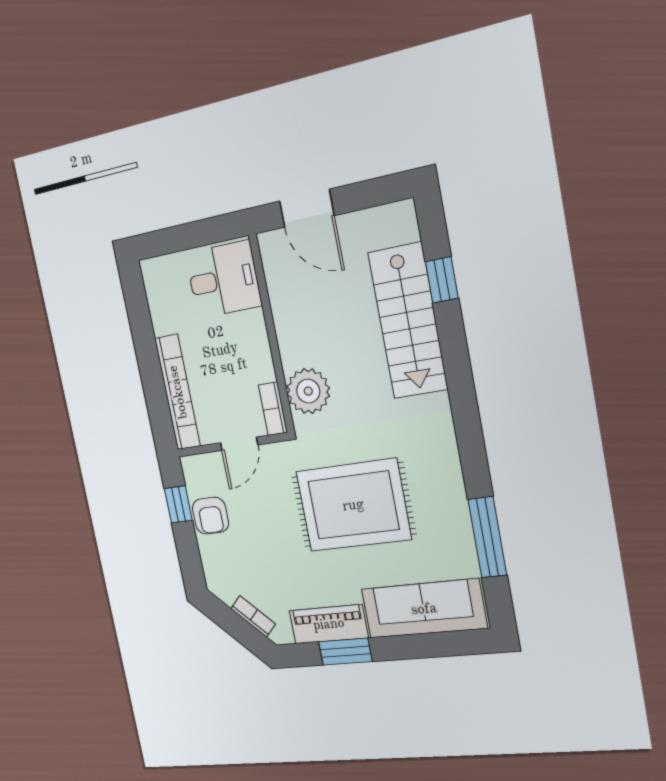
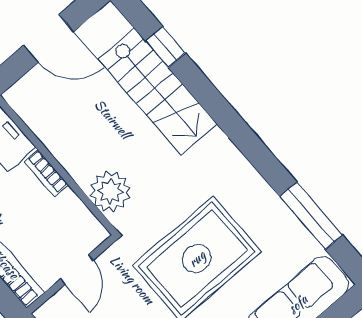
door: (307, 208) -> (48, 39), moved
bookcase: (273, 409) -> (46, 173), moved

